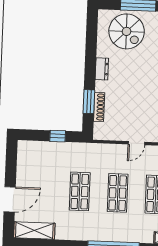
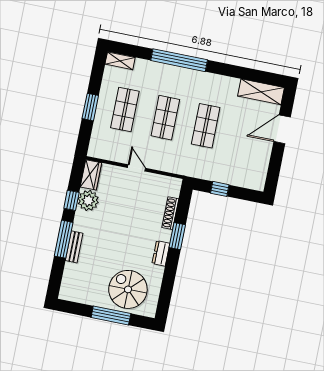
window: (89, 102) -> (177, 236), moved
door: (136, 143) -> (137, 168), hinge flipped

